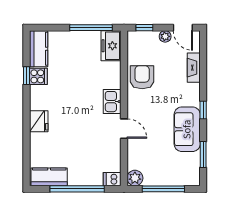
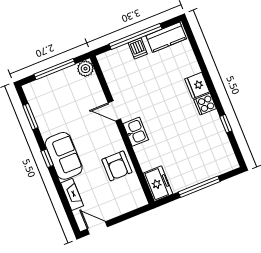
window: (91, 28) -> (199, 187), moved
window: (144, 28) -> (134, 213), removed
plant: (165, 36) -> (111, 213), removed
kitchen counter: (39, 49) -> (225, 153), removed
cooker: (38, 76) -> (205, 104), moved
sofa: (187, 129) -> (64, 156), moved
dishwasher: (112, 179) -> (138, 48), moved, turned 90

